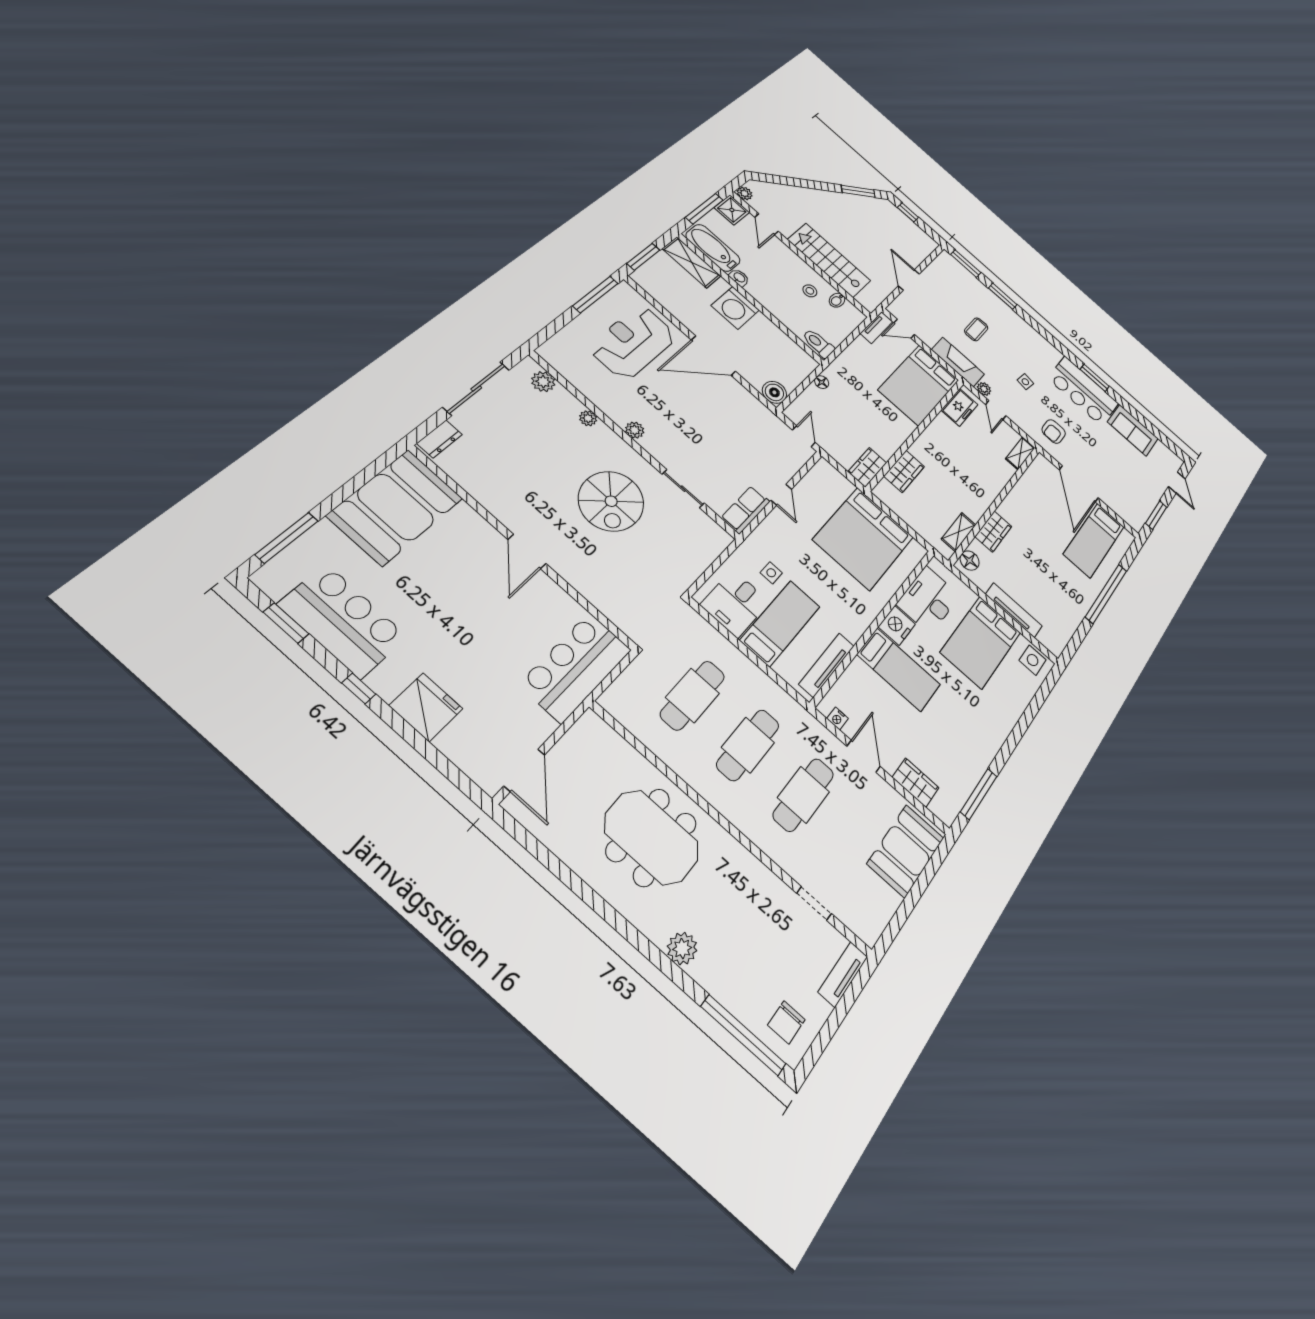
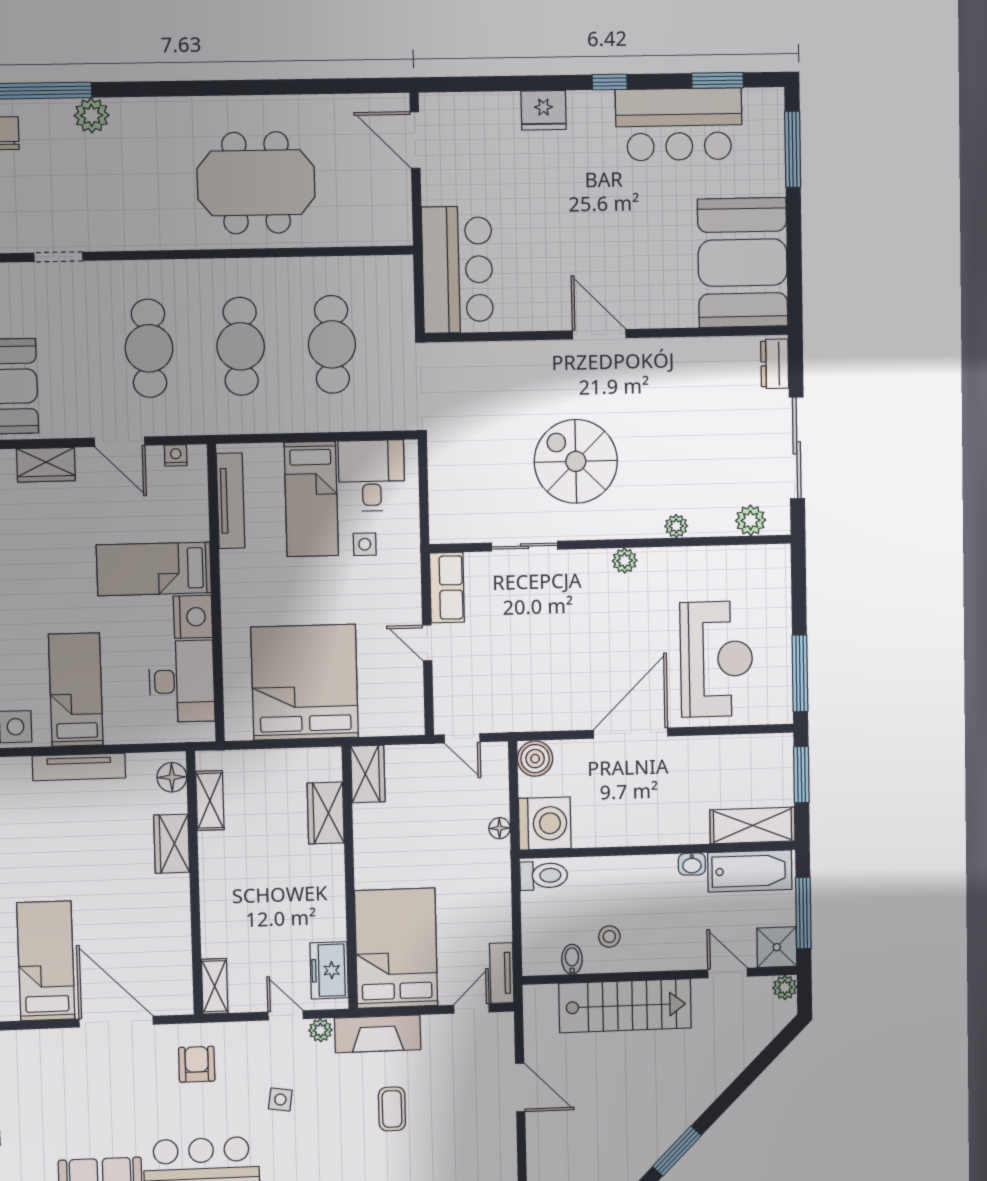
washing machine: (735, 308) -> (545, 823), moved, turned 90
bed: (981, 642) -> (76, 690), width x0.67
fridge: (426, 707) -> (544, 110), width x0.73, depth x0.75
plant: (682, 948) -> (92, 115), moved

